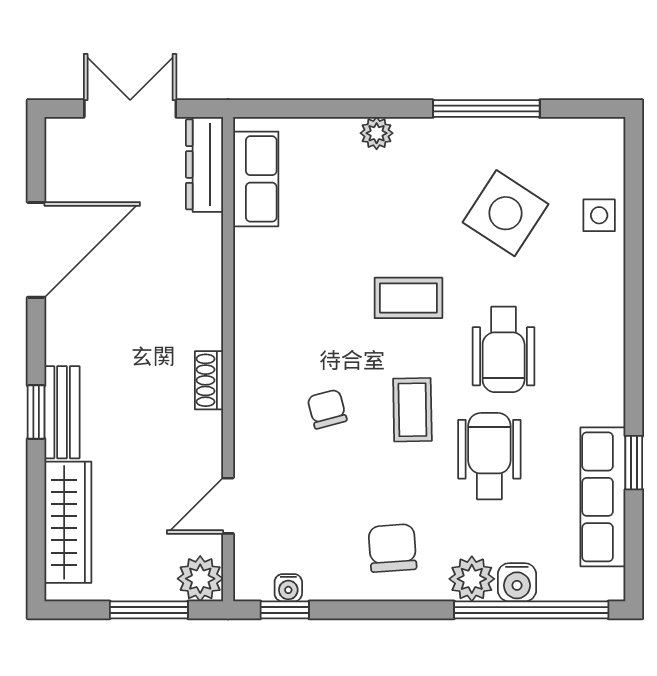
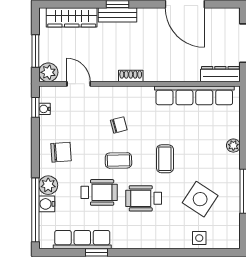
row of seats: (256, 179) -> (194, 95), width x2.02

